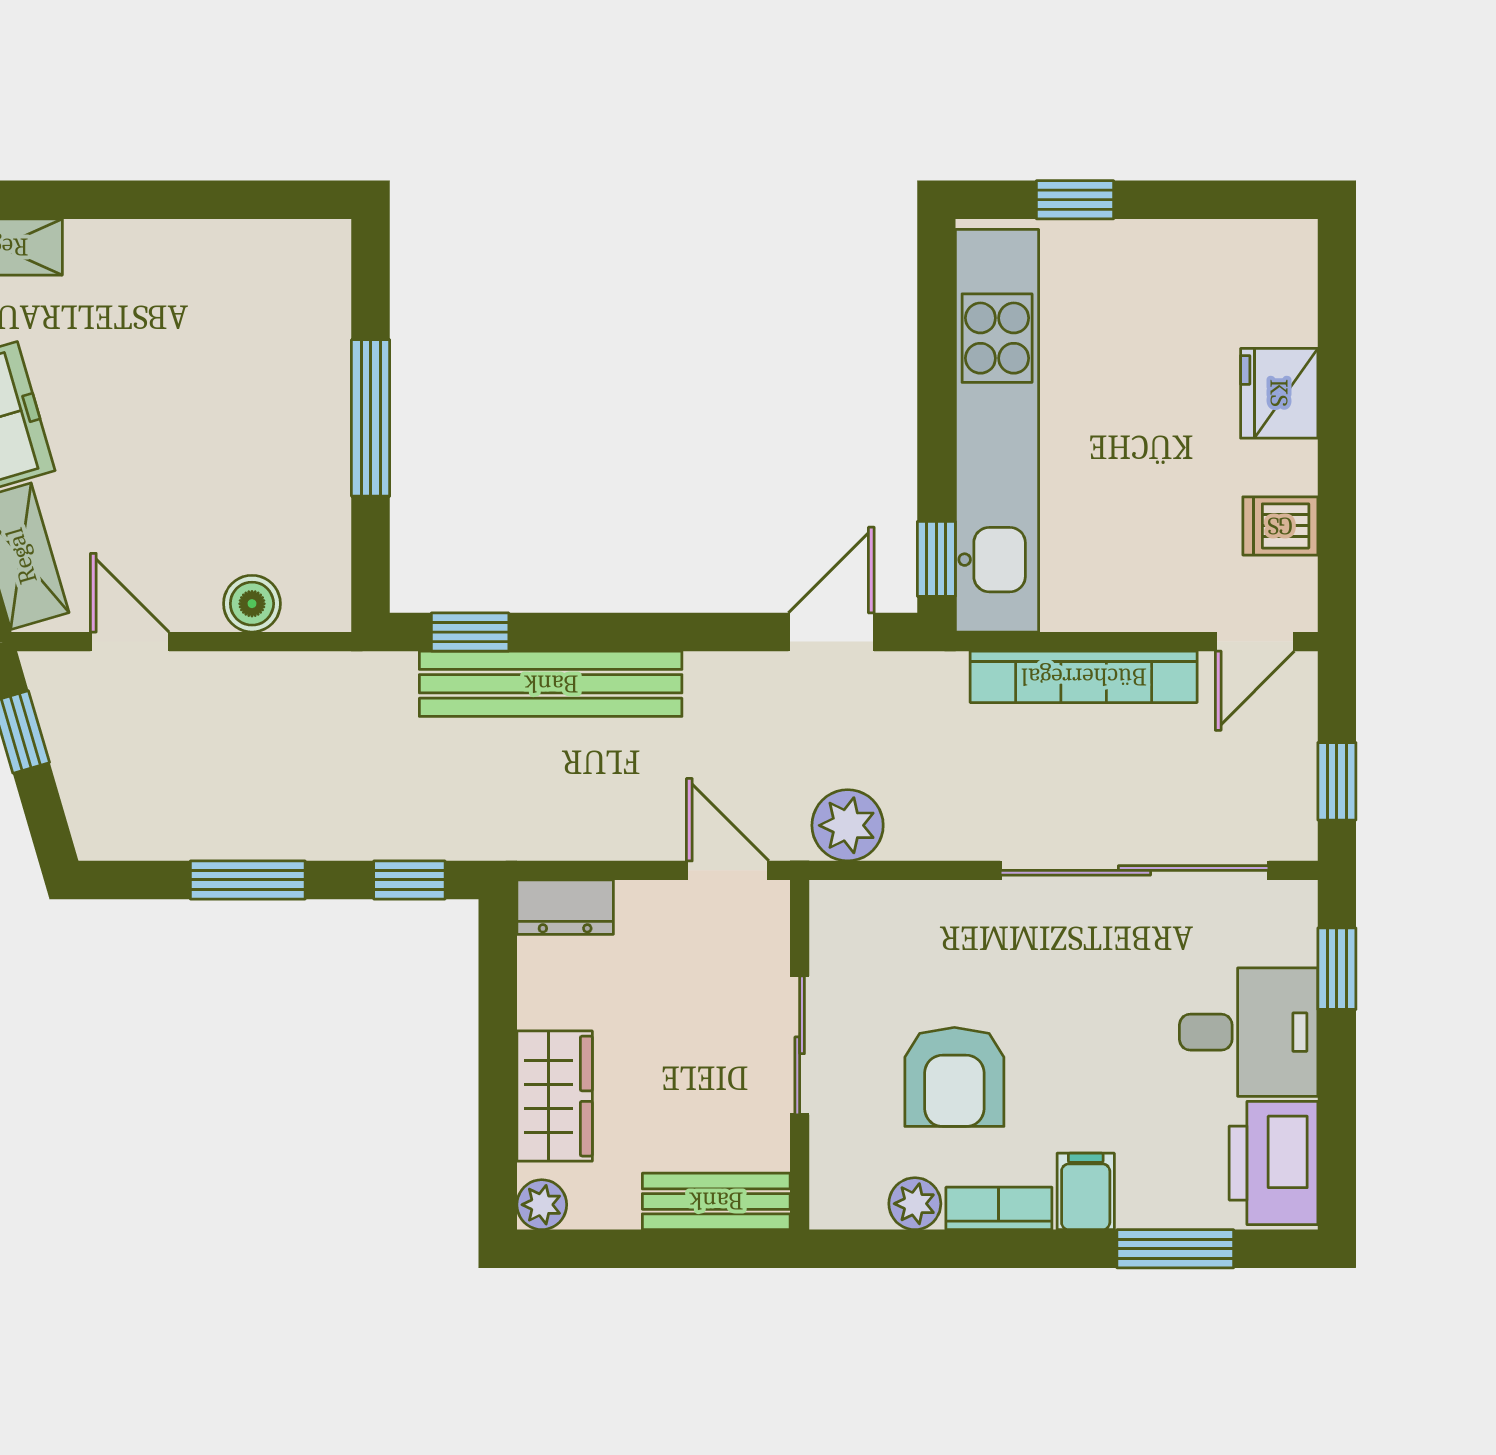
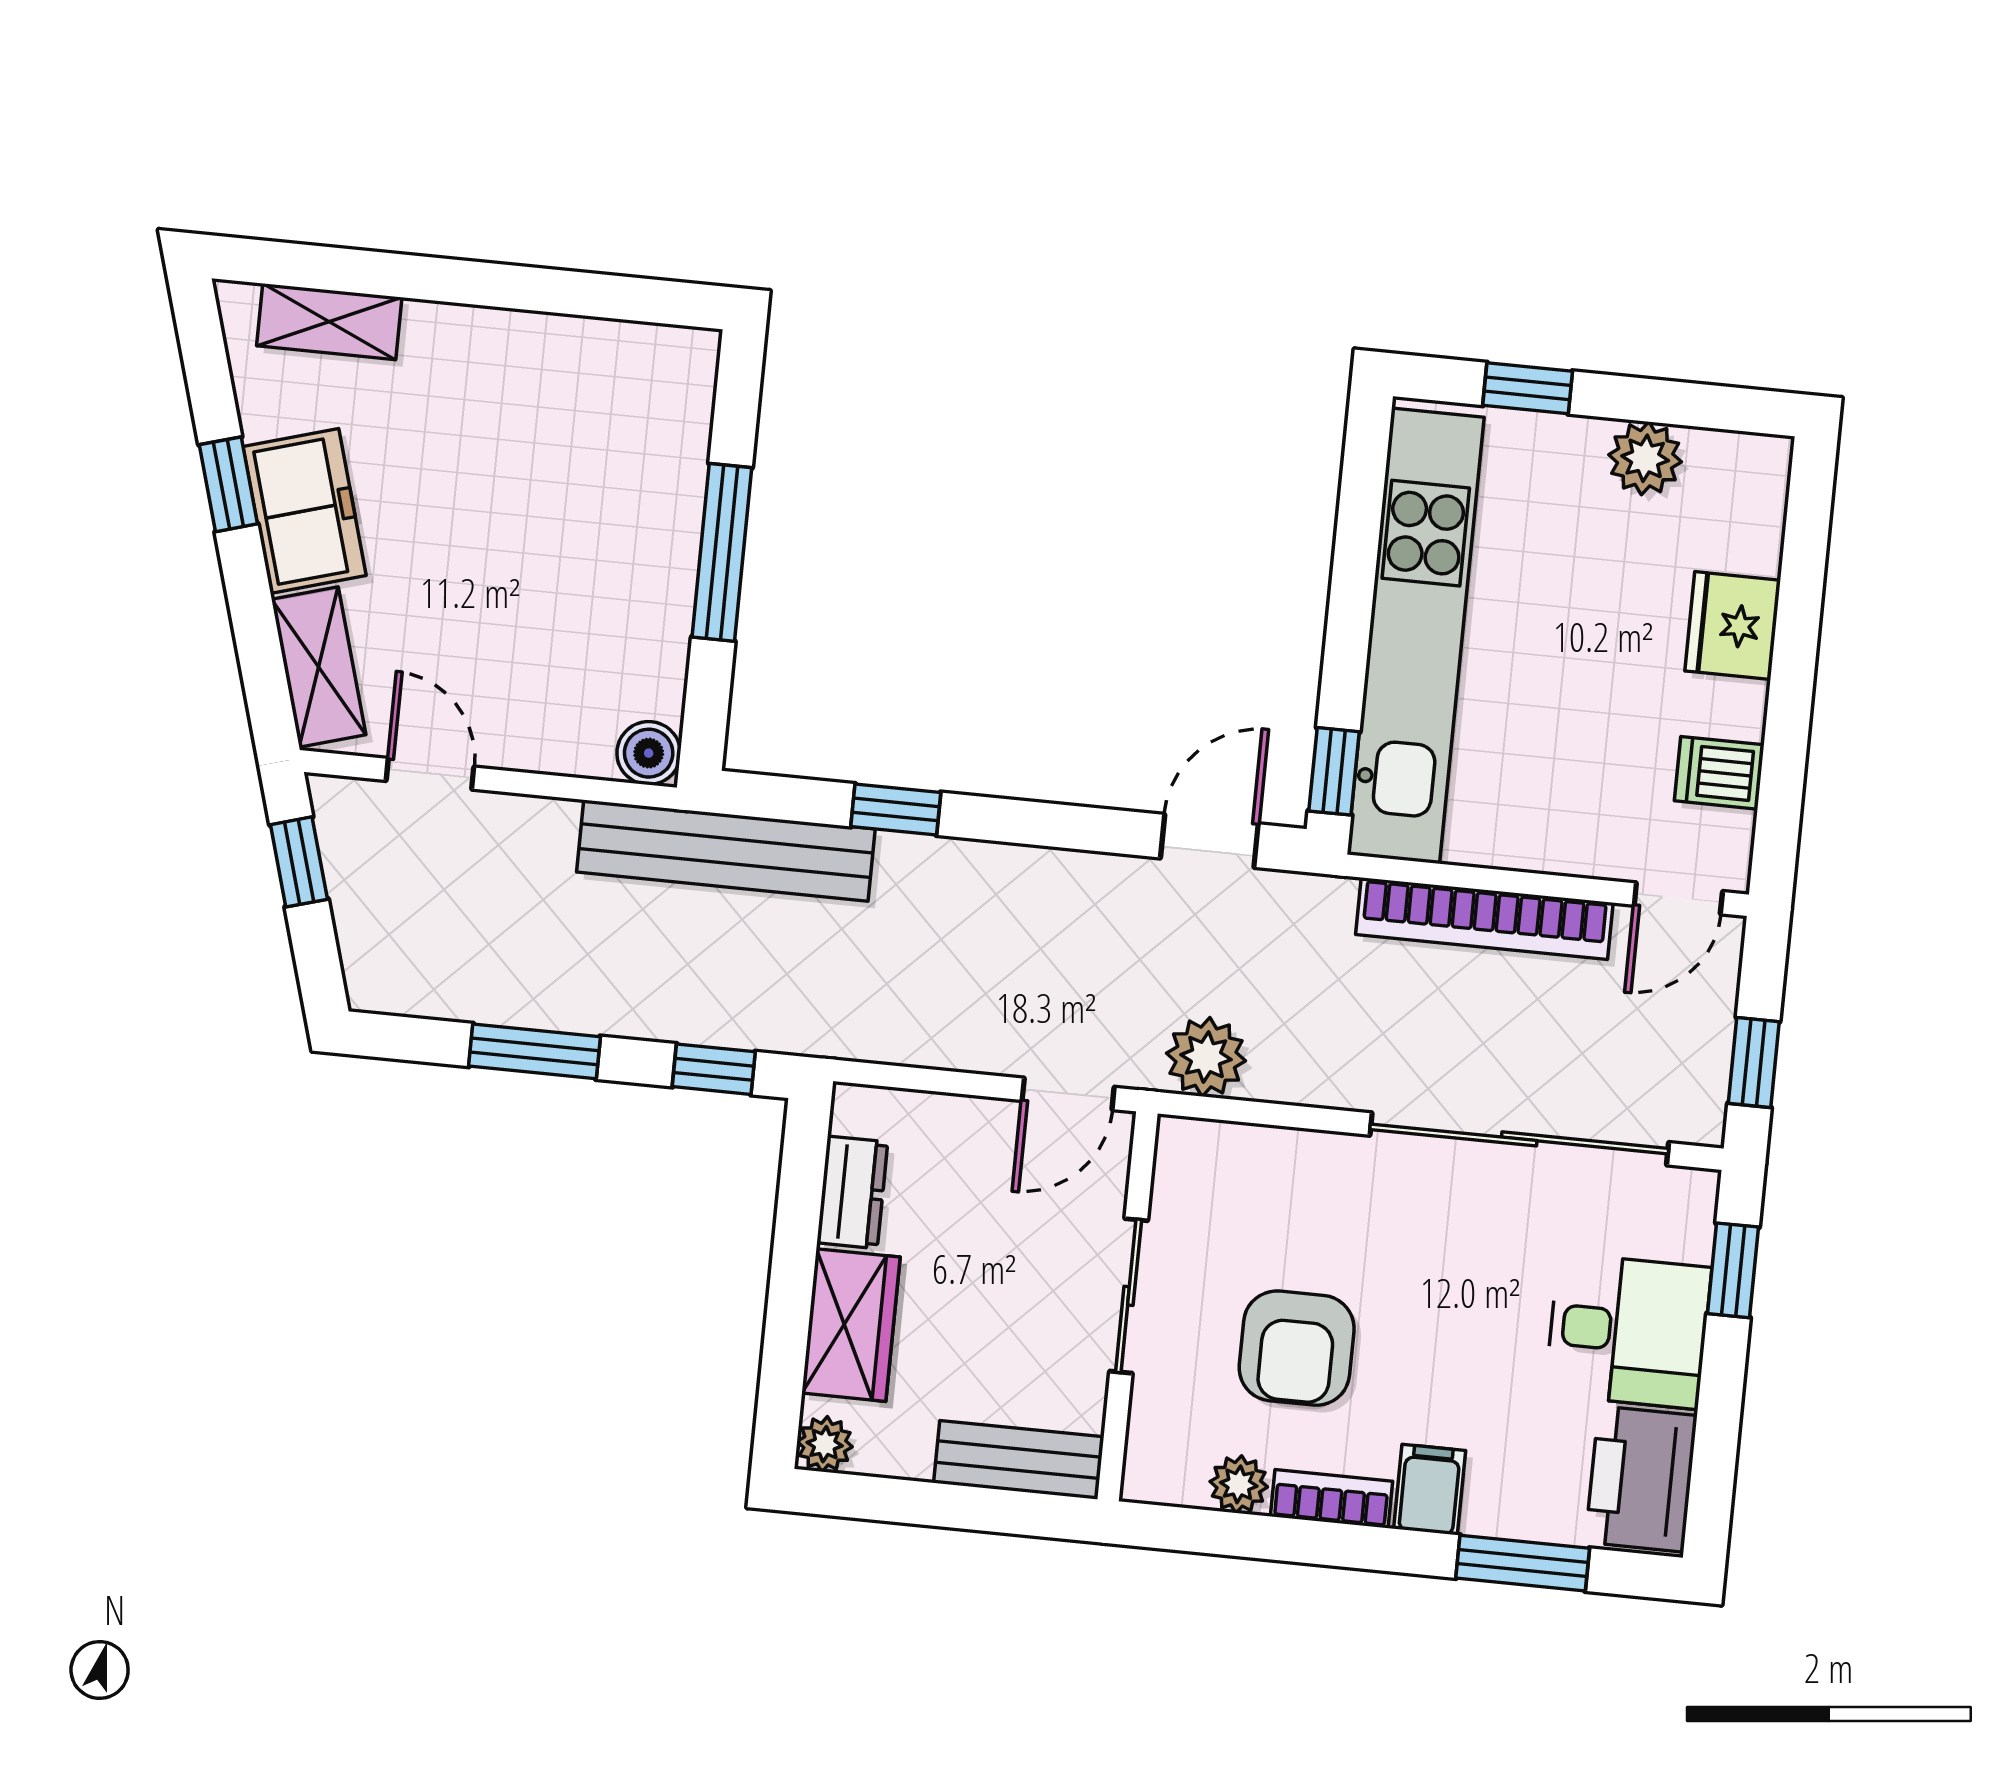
plant: (1186, 252) -> (1645, 458), added
boiler: (252, 604) -> (649, 753), moved
window: (470, 632) -> (896, 810), moved
bench: (551, 684) -> (726, 851), moved
door: (728, 870) -> (1068, 1094), swing flipped
dresser: (565, 907) -> (852, 1192), moved, turned -90

